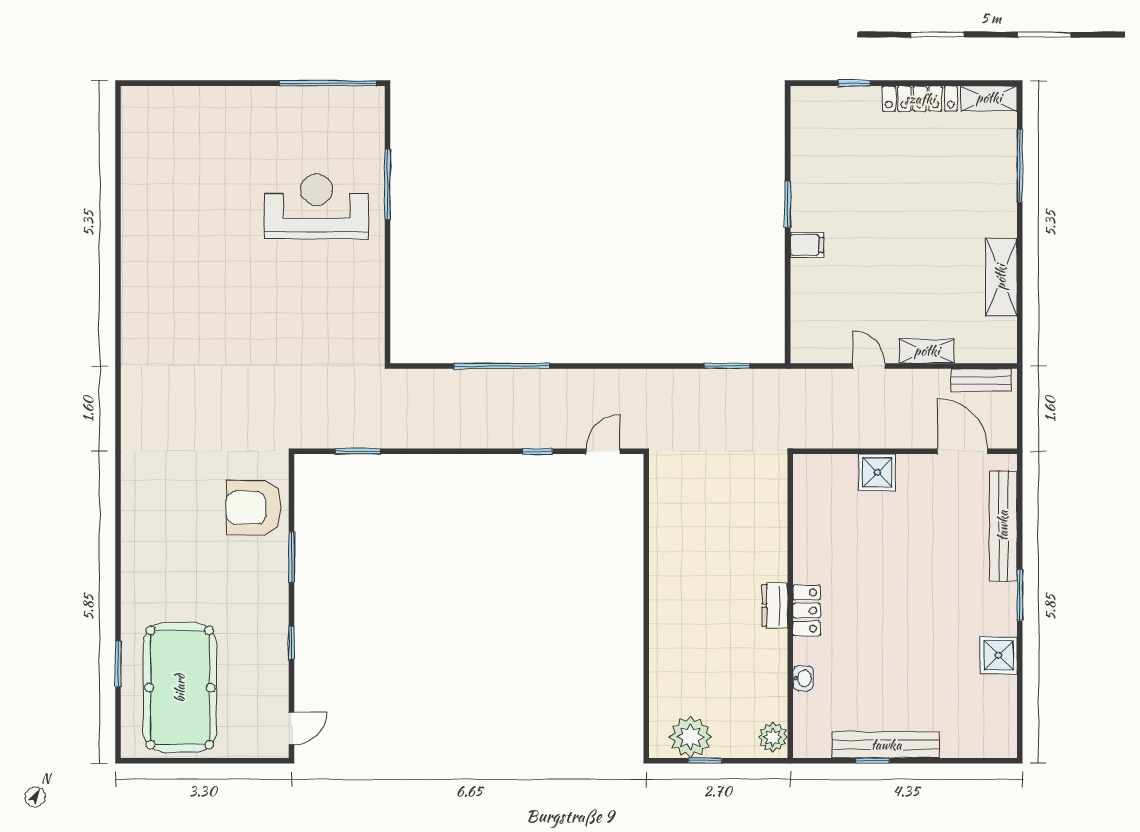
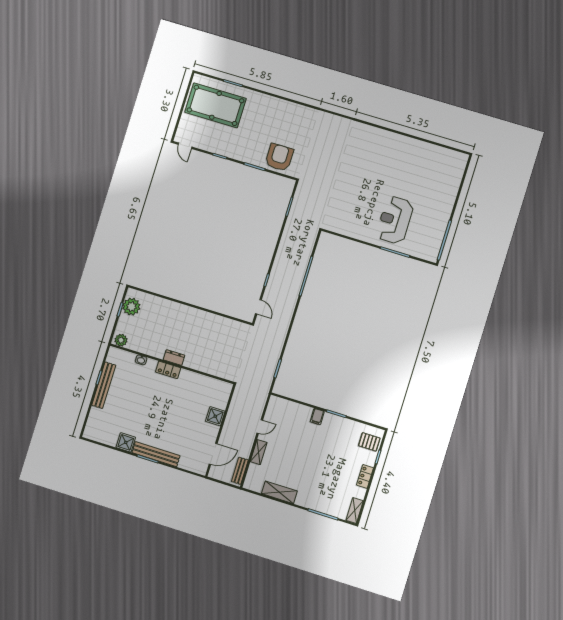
locker: (920, 99) -> (365, 476), width x0.66
pallet: (827, 113) -> (369, 442), added
reception desk: (316, 207) -> (395, 220), turned 180
bench: (1003, 526) -> (156, 454), moved

